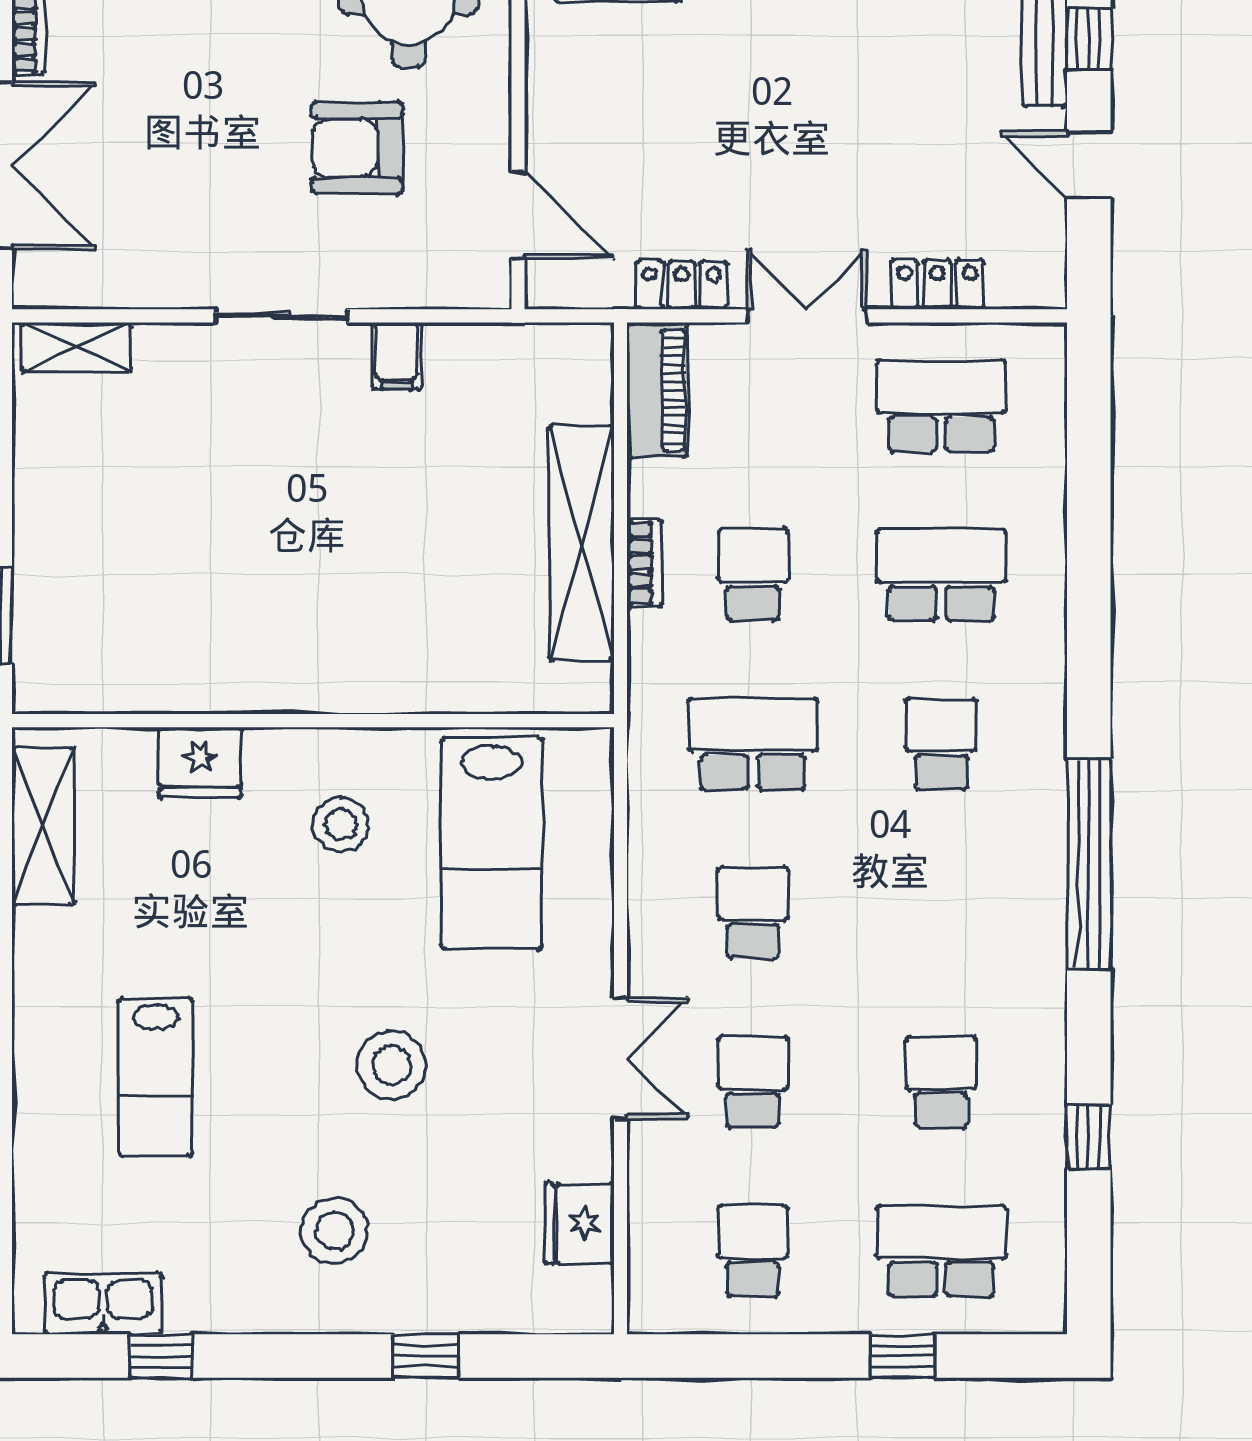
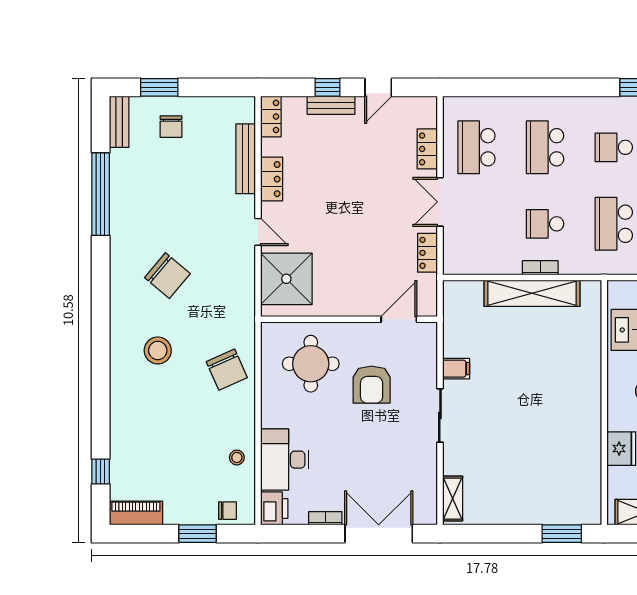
piano: (657, 390) -> (470, 263), removed

